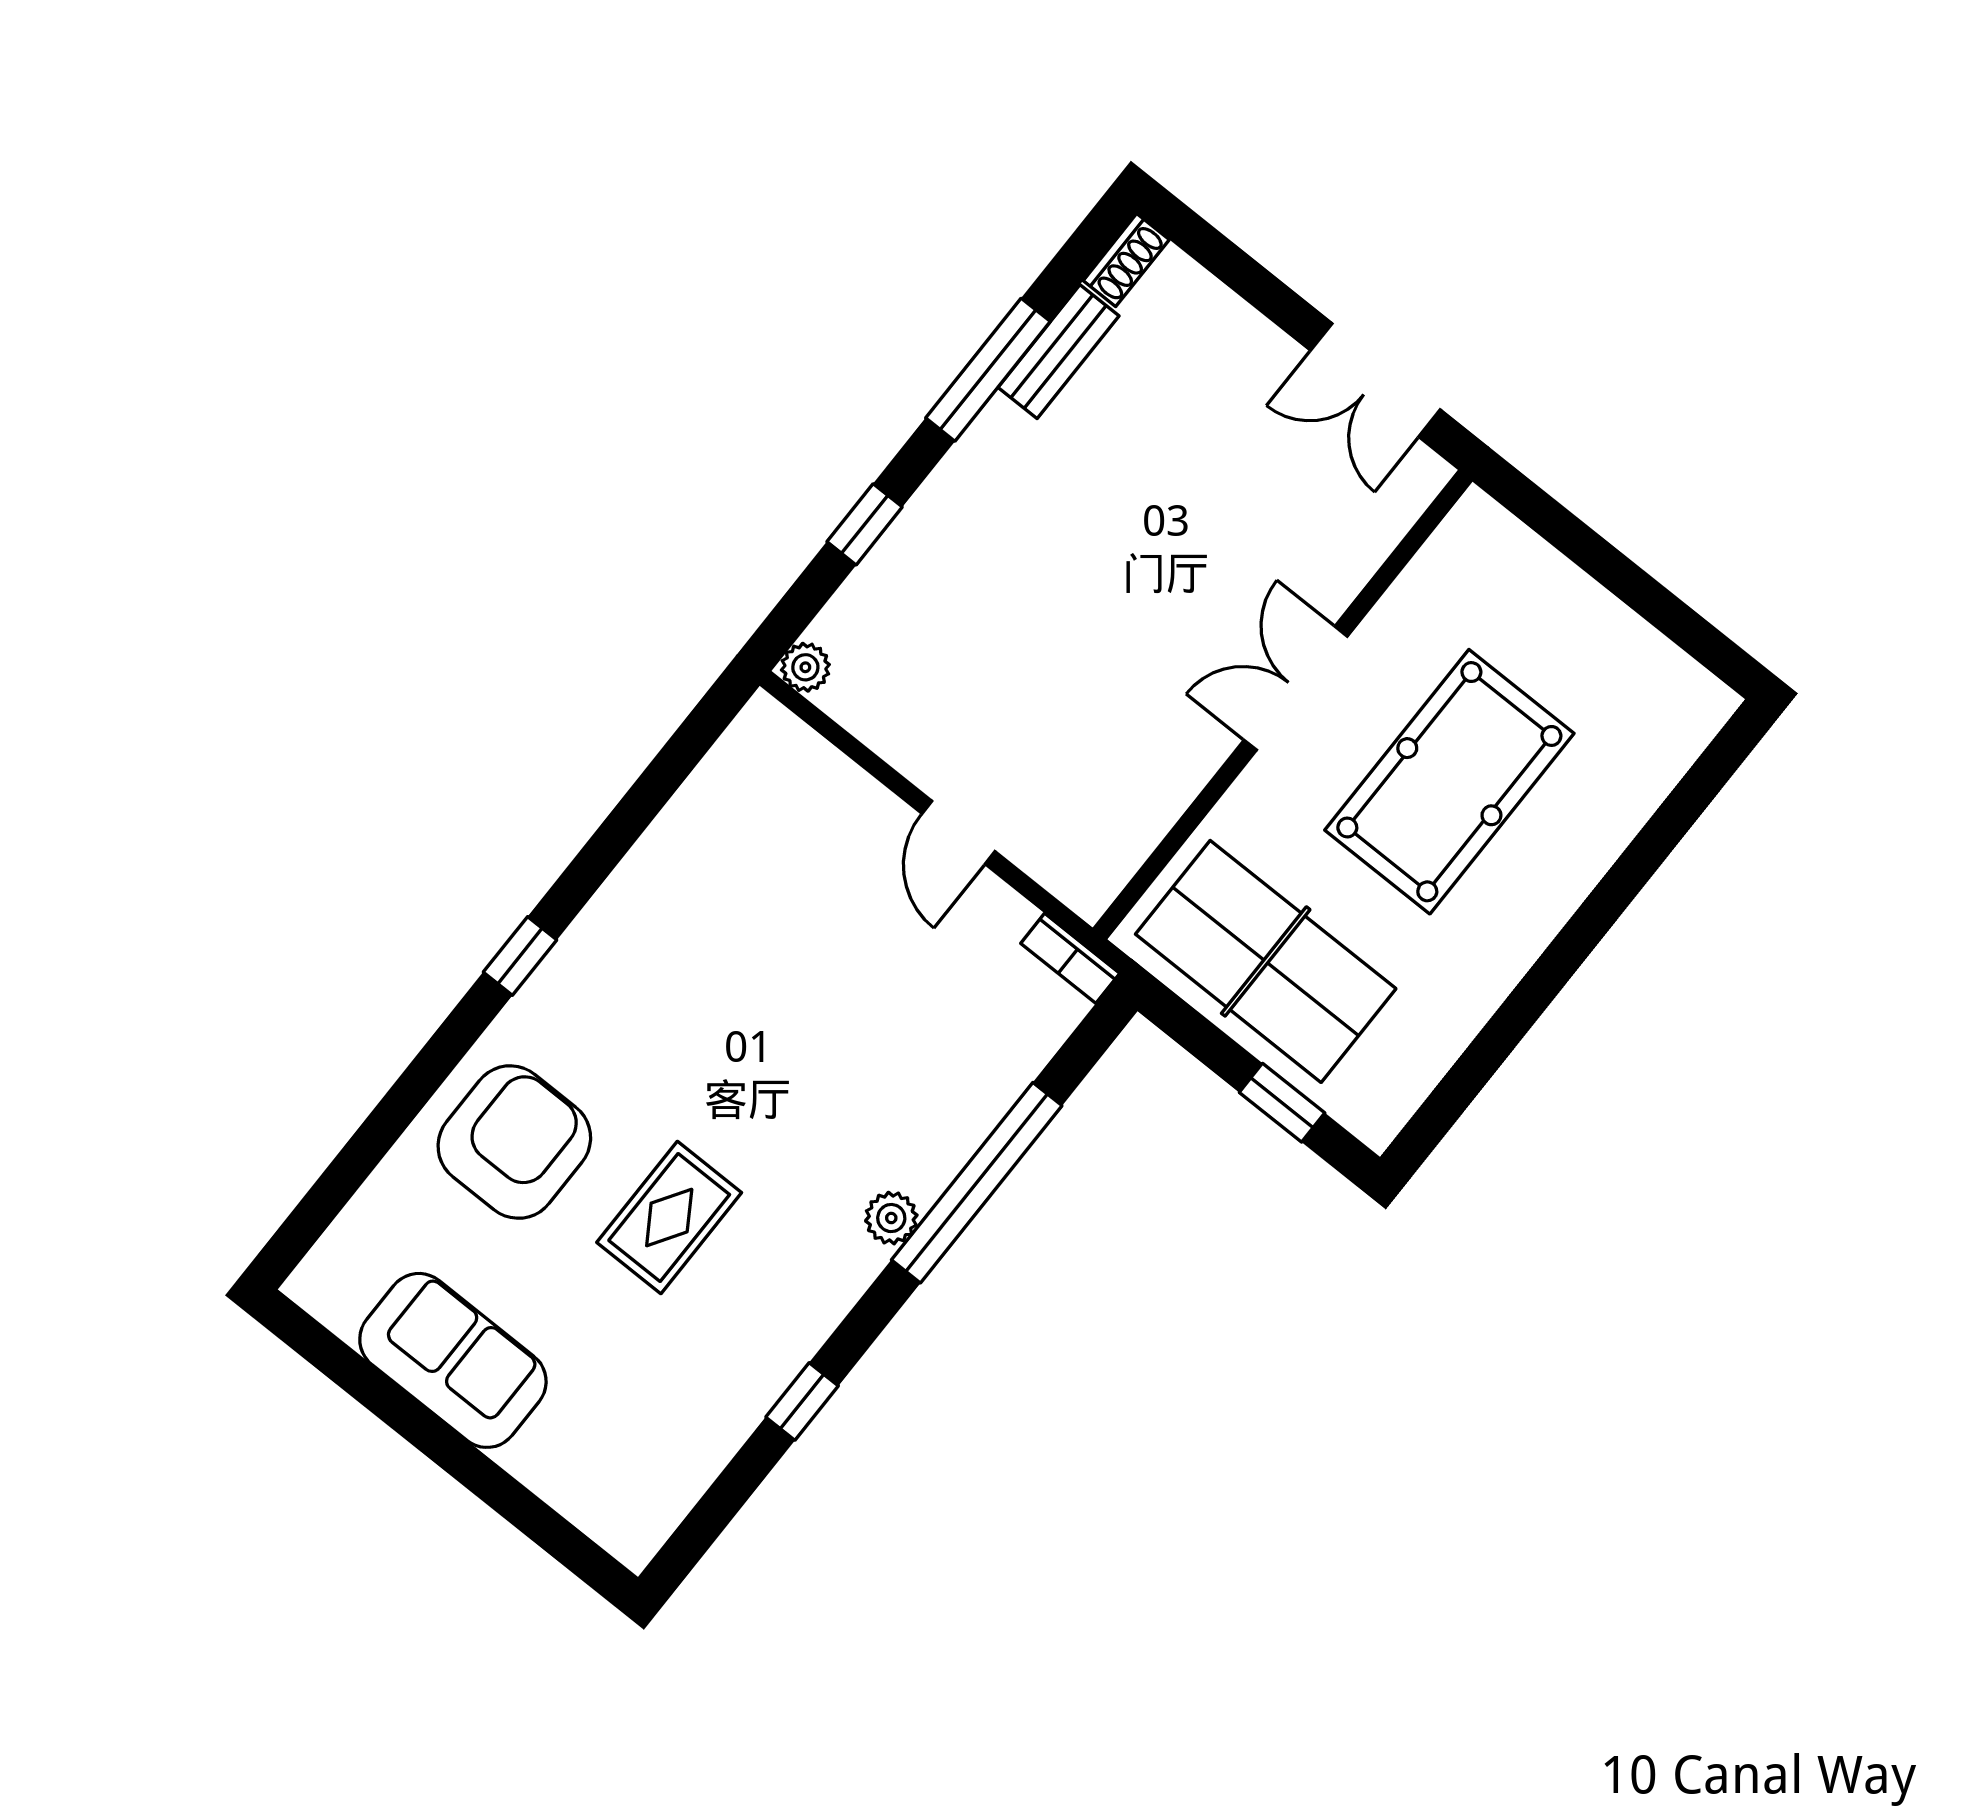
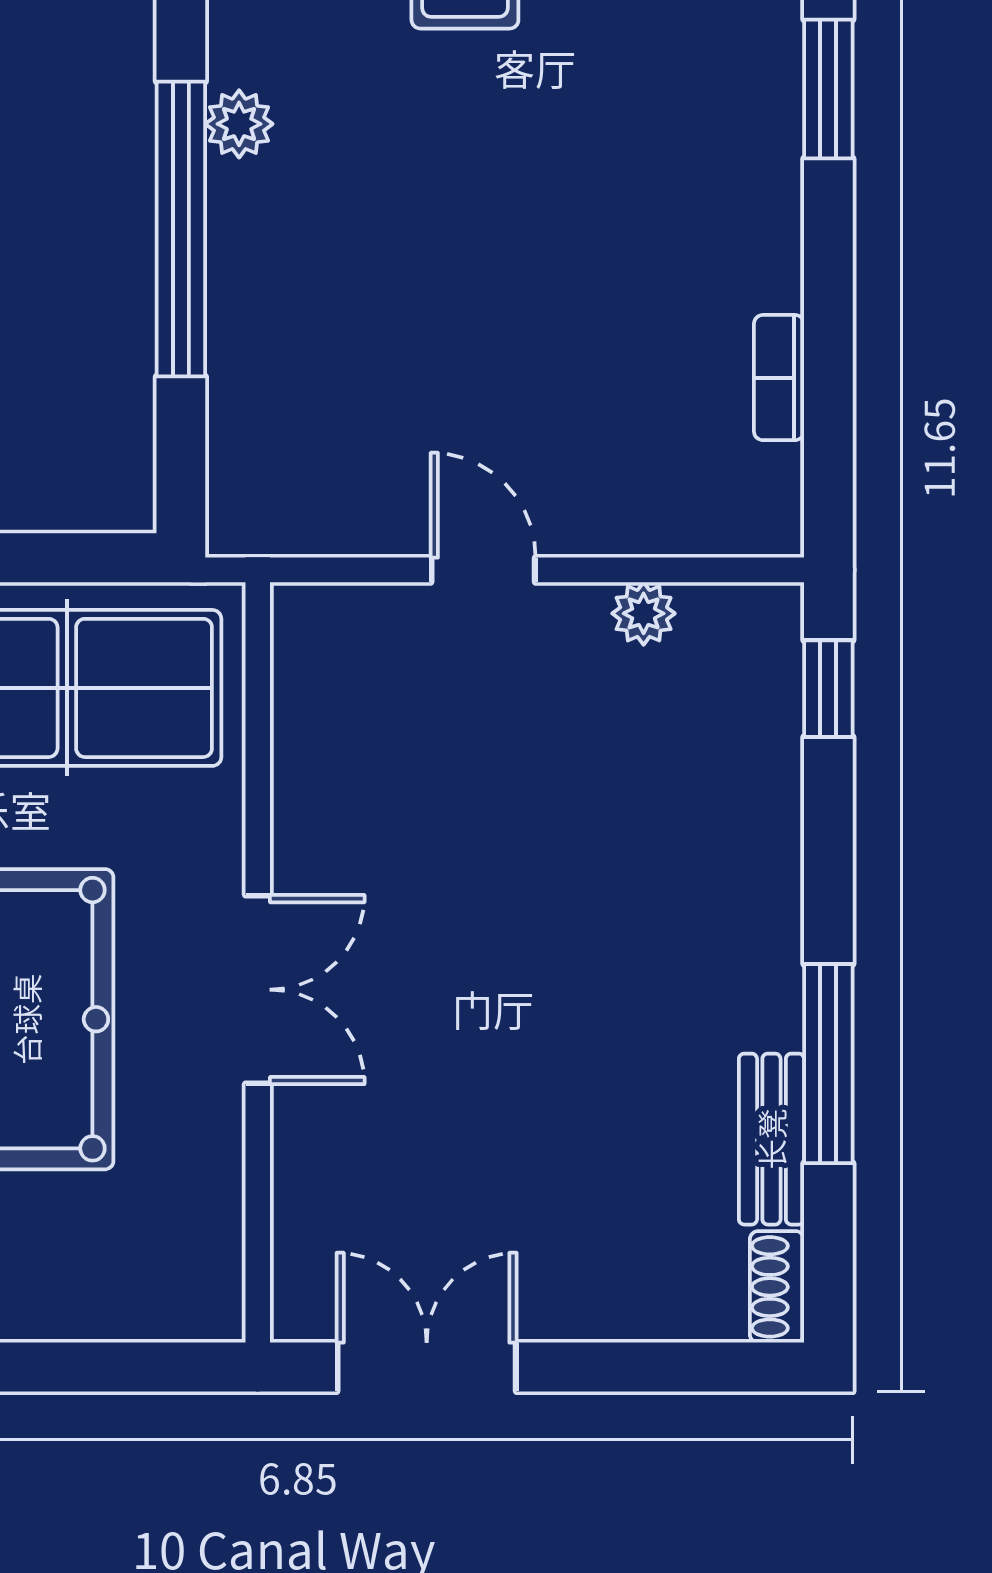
window: (865, 524) -> (828, 689), moved
plant: (805, 667) -> (644, 613), moved
window: (520, 956) -> (828, 89), width x1.50
bookcase: (1070, 958) -> (779, 378), moved, turned -90

